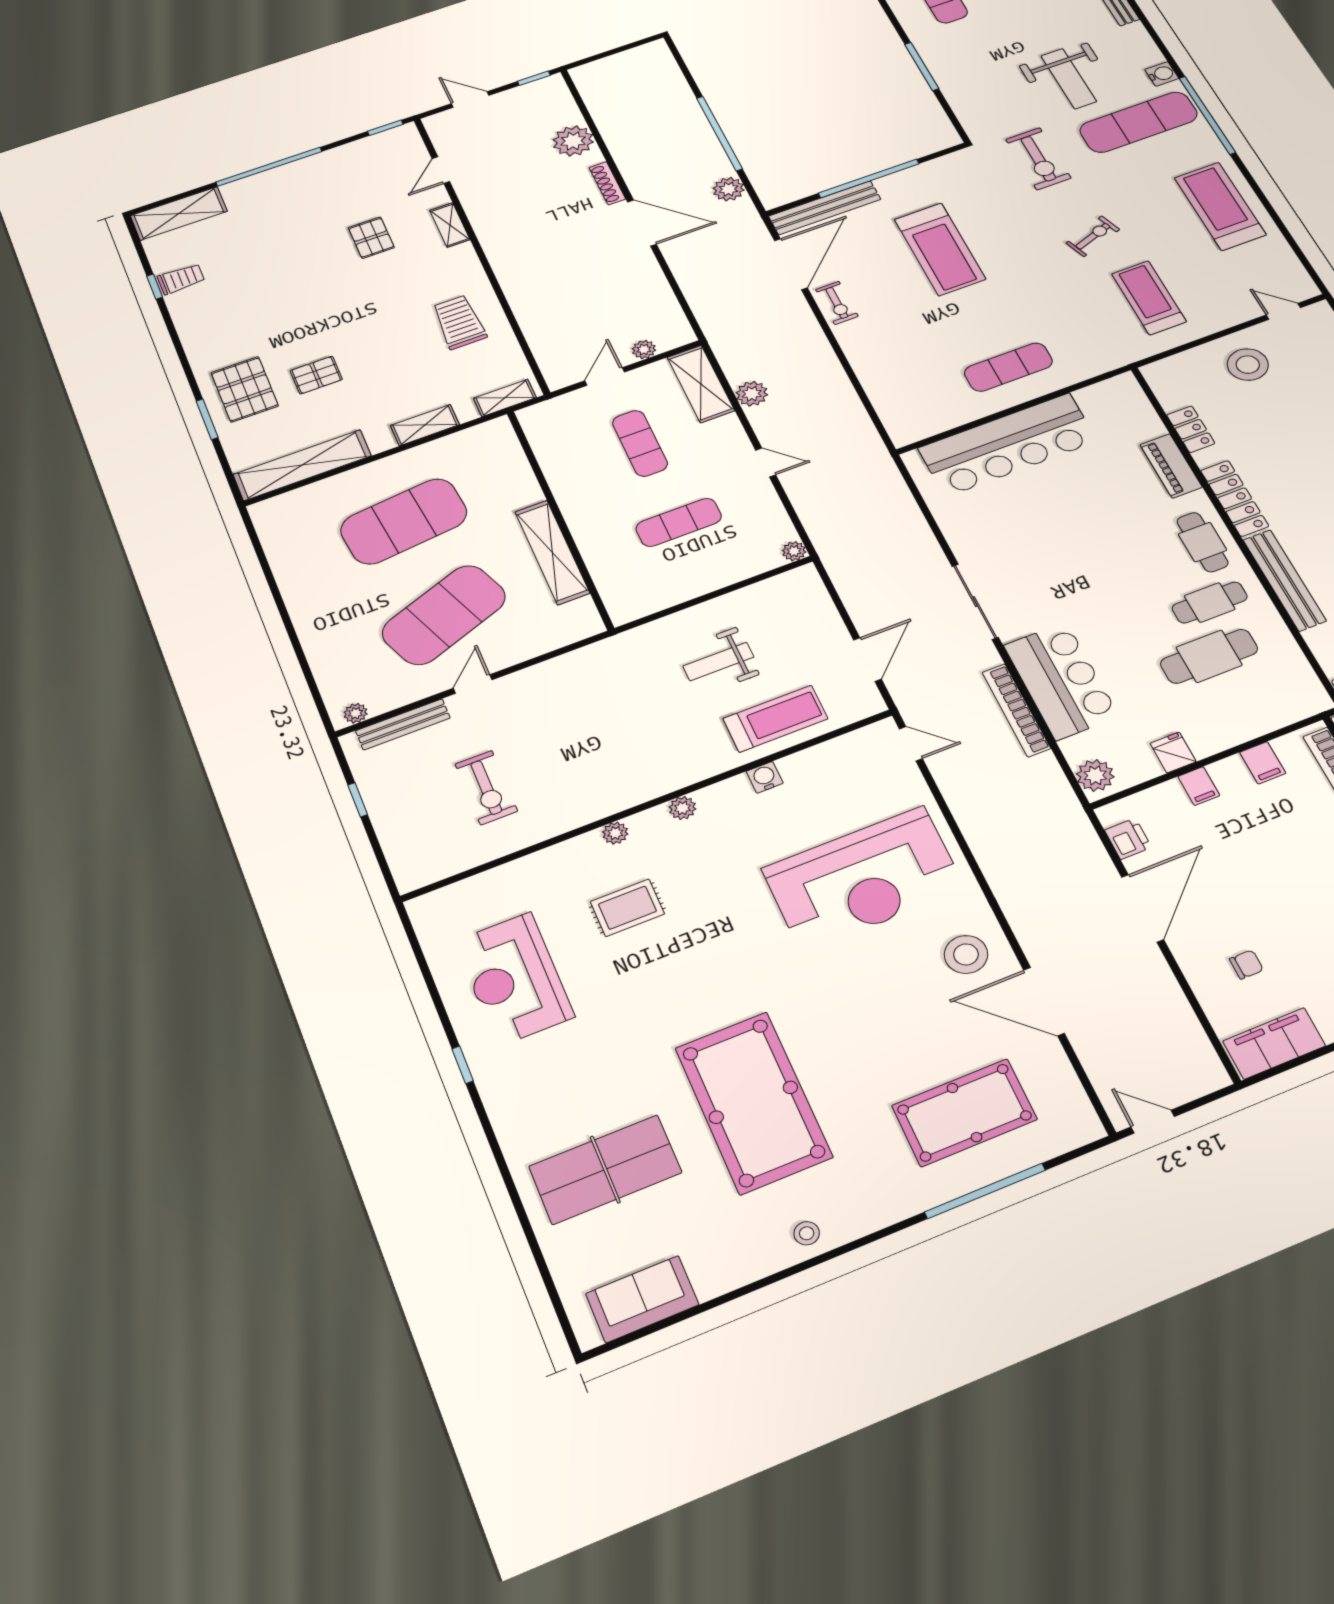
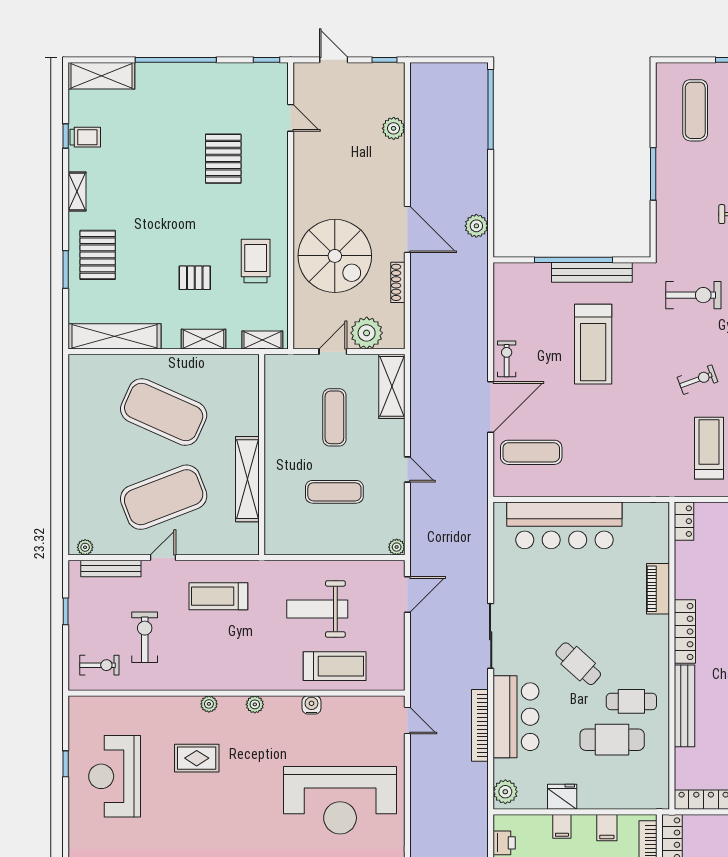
window: (719, 133) -> (491, 109), moved
plant: (573, 141) -> (394, 128), width x0.73, depth x0.73
exercise bike: (1038, 159) -> (693, 295), turned -90
door: (441, 170) -> (291, 118), swing flipped
shoe rack: (607, 183) -> (398, 282), moved
bench: (825, 208) -> (592, 272), moved
shelving: (450, 225) -> (77, 192), moved
pallet: (371, 238) -> (223, 159), width x1.50, depth x1.42
door: (791, 264) -> (491, 407), moved
spiral stairs: (561, 281) -> (335, 256), added
exercise bike: (837, 303) -> (507, 359), turned 180
plant: (644, 349) -> (367, 333), width x1.87, depth x1.87
exercise mat: (1008, 367) -> (531, 452), moved
pallet: (316, 375) -> (195, 278), moved
plant: (752, 394) -> (421, 410), removed
locker: (1191, 429) -> (684, 521), moved
exercise mat: (404, 521) -> (164, 412), turned 30
cafe table: (1202, 542) -> (578, 664), moved, turned -48
door: (867, 659) -> (407, 595), moved
weight bench: (718, 662) -> (317, 609), width x1.36, depth x1.33
treadmill: (571, 699) -> (218, 596), added
fridge: (1173, 752) -> (562, 797), width x1.38
exercise bike: (486, 788) -> (145, 637), turned 180
exercise bike: (434, 847) -> (99, 665), added
window: (463, 1065) -> (66, 764), moved

